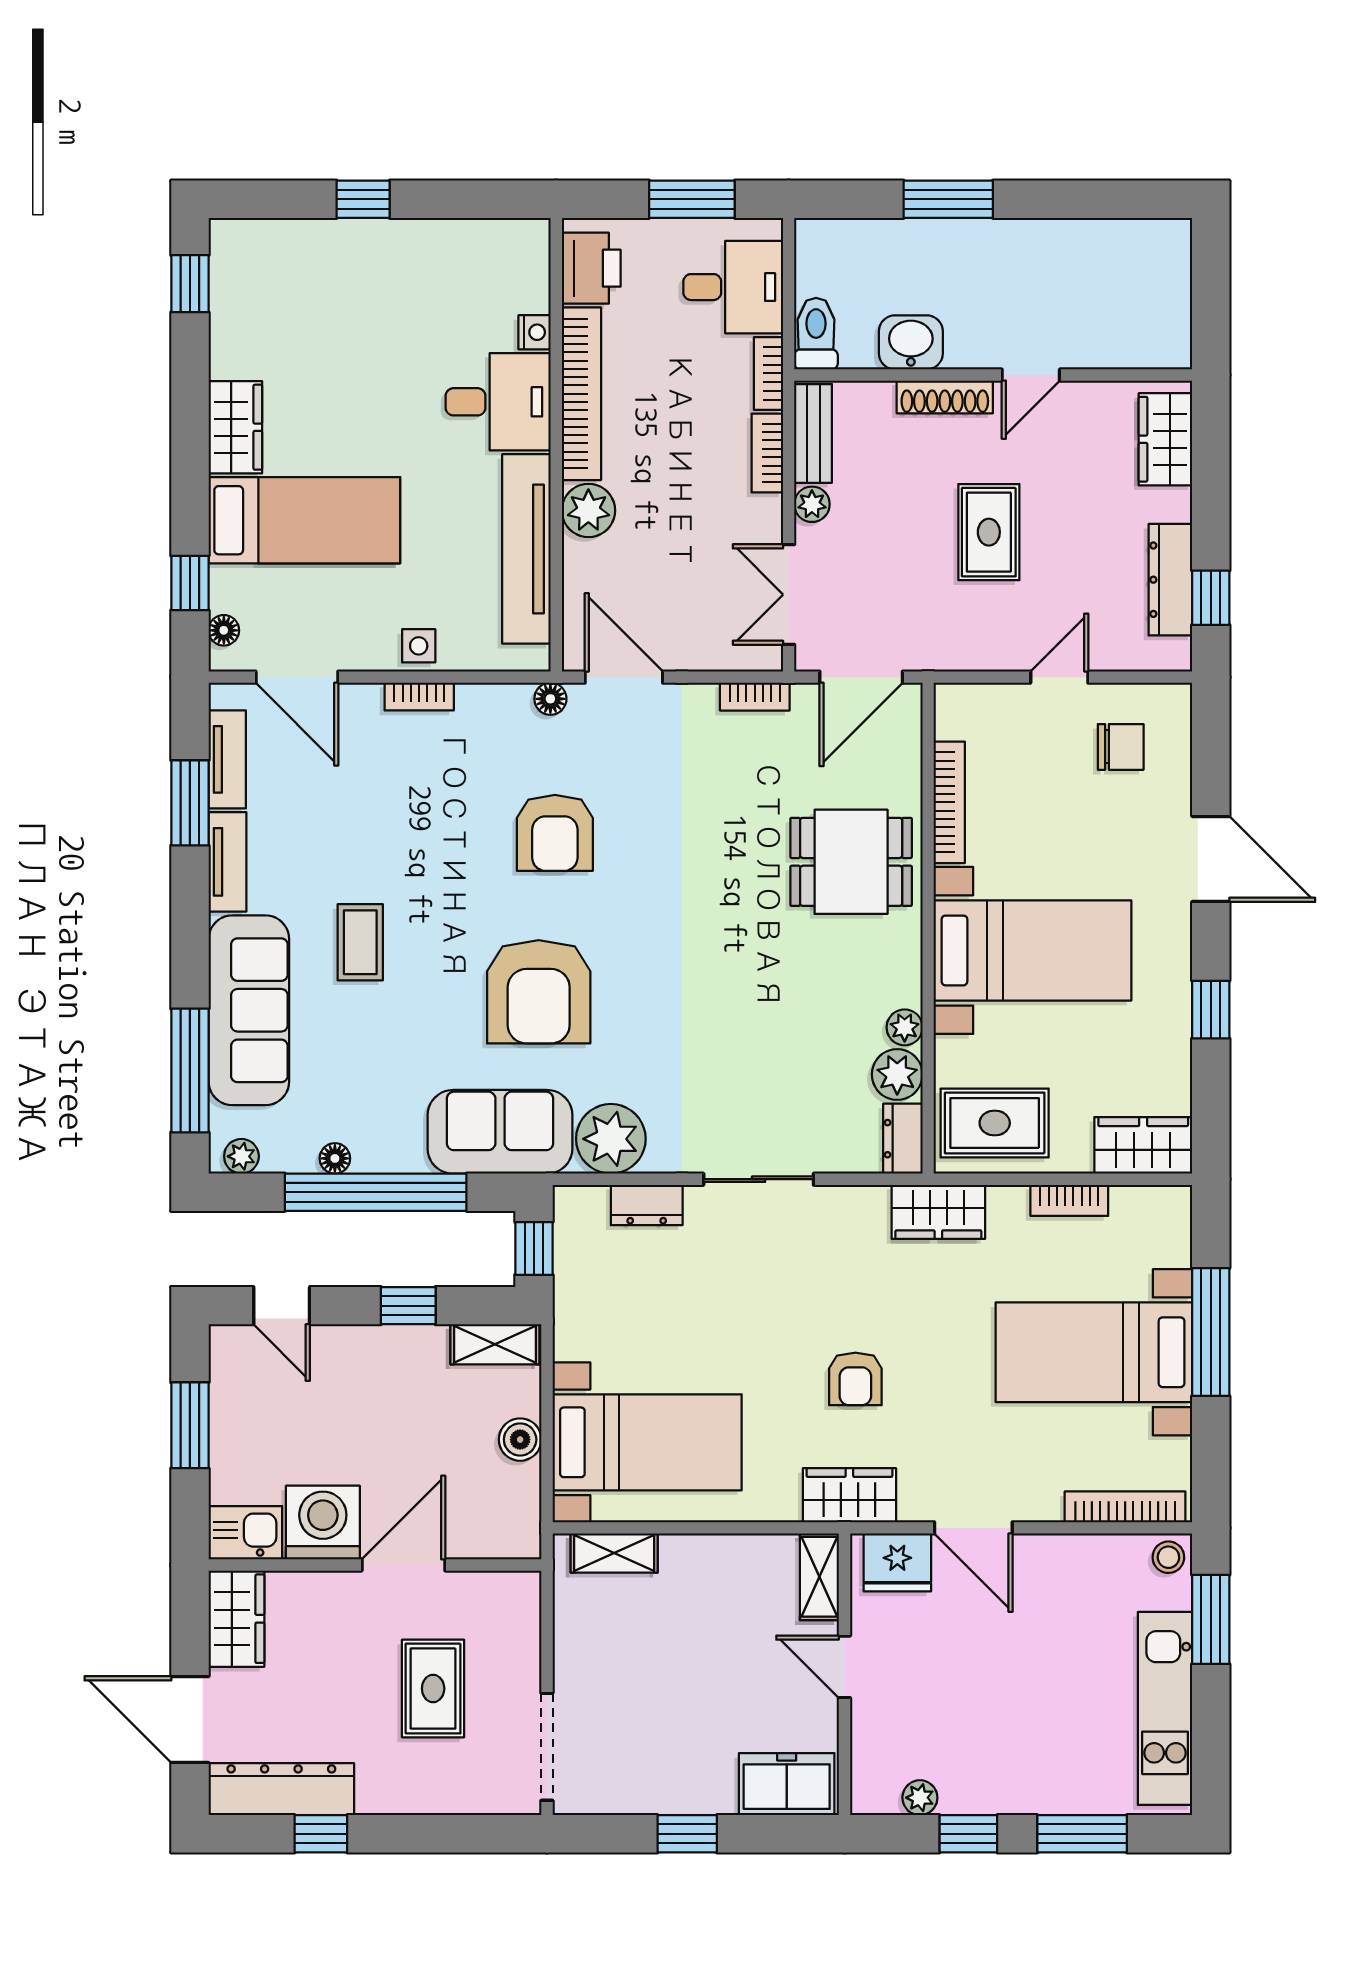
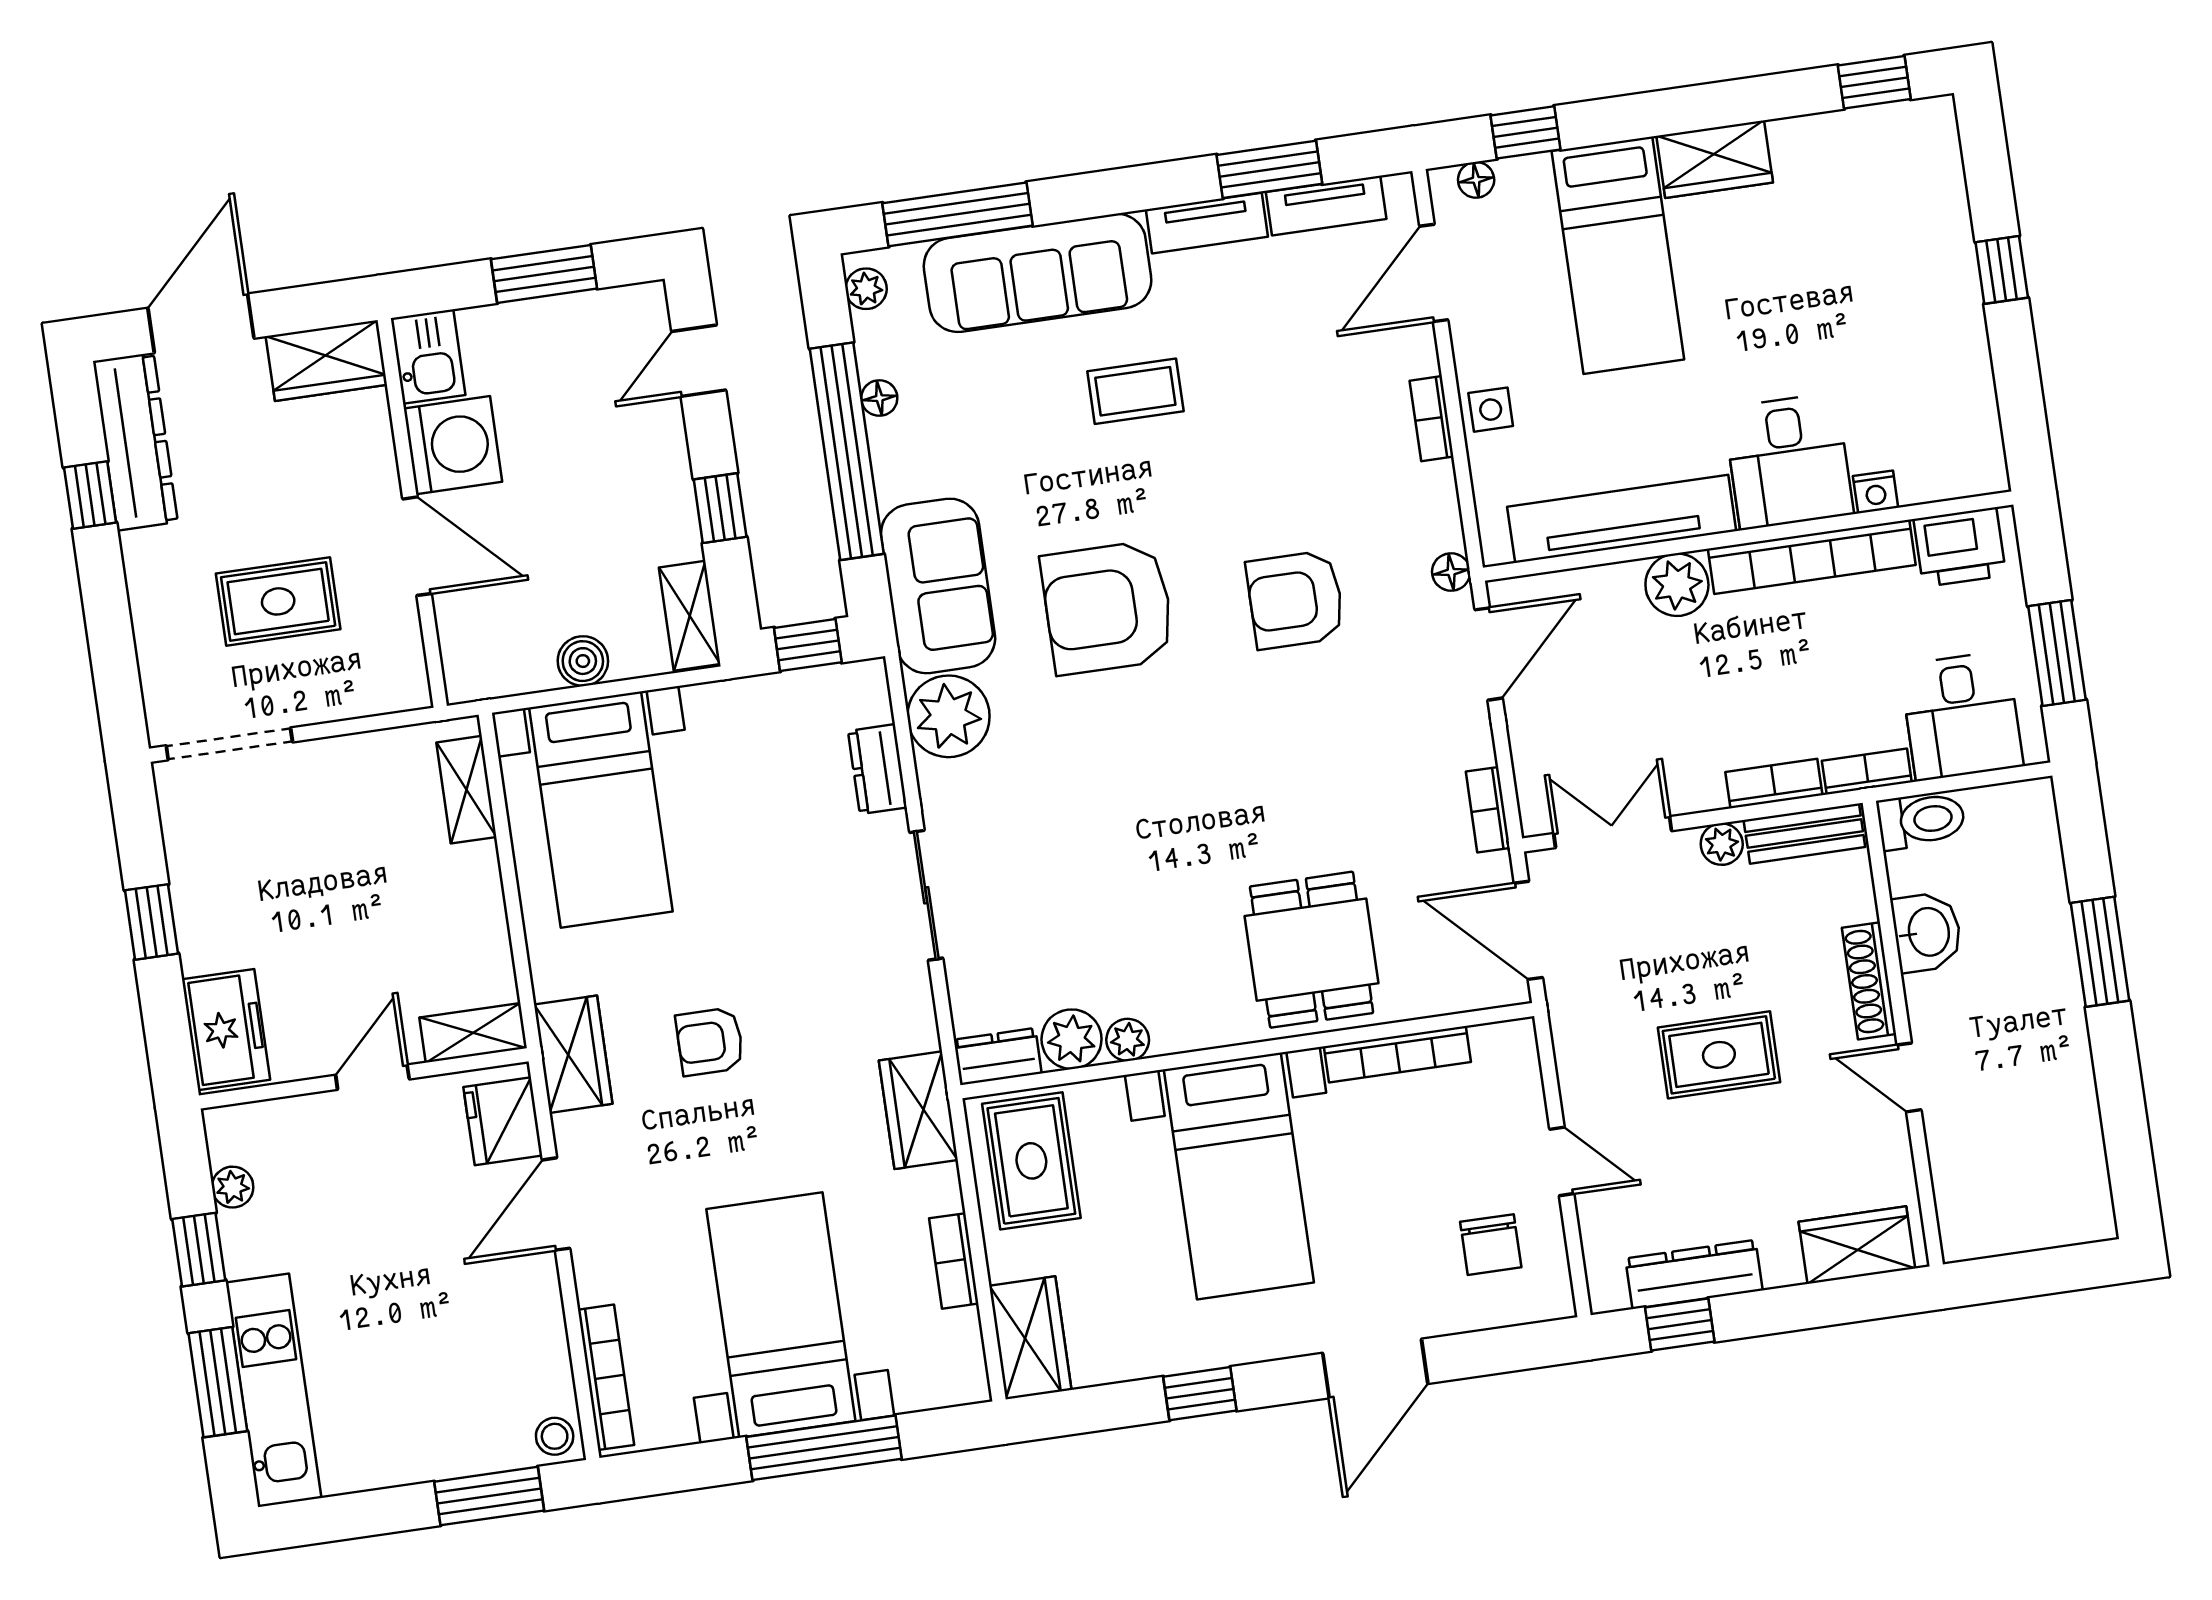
kitchen unit: (1165, 1708) -> (273, 1390), moved, turned 90

